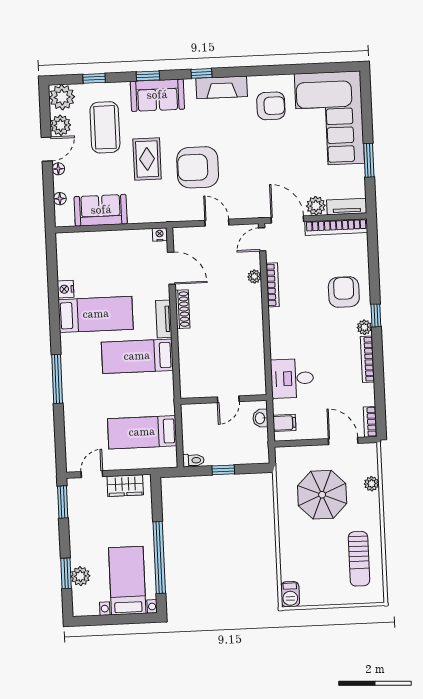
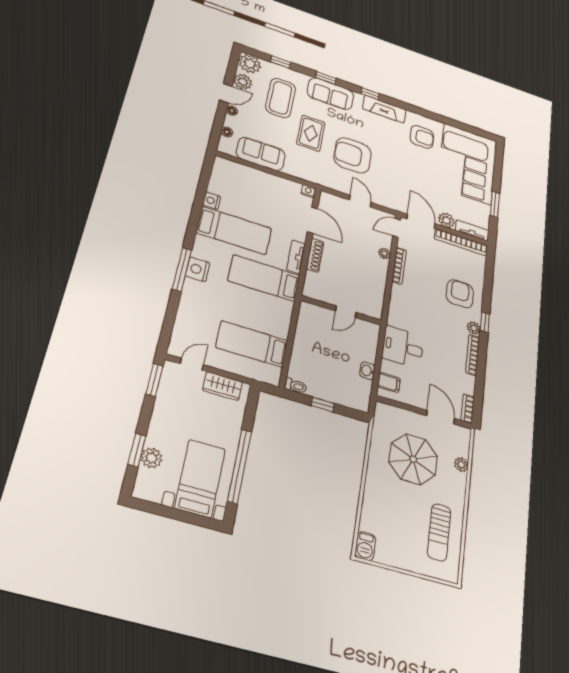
nightstand: (72, 373) -> (198, 269), added
wall: (223, 399) -> (341, 310), moved
door: (228, 399) -> (346, 312), moved

